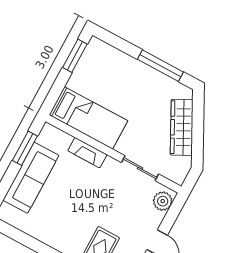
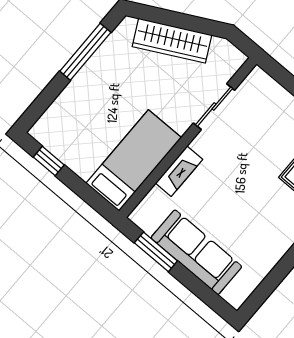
window: (75, 56) -> (49, 161), width x0.67
plant: (163, 201) -> (263, 86), removed

